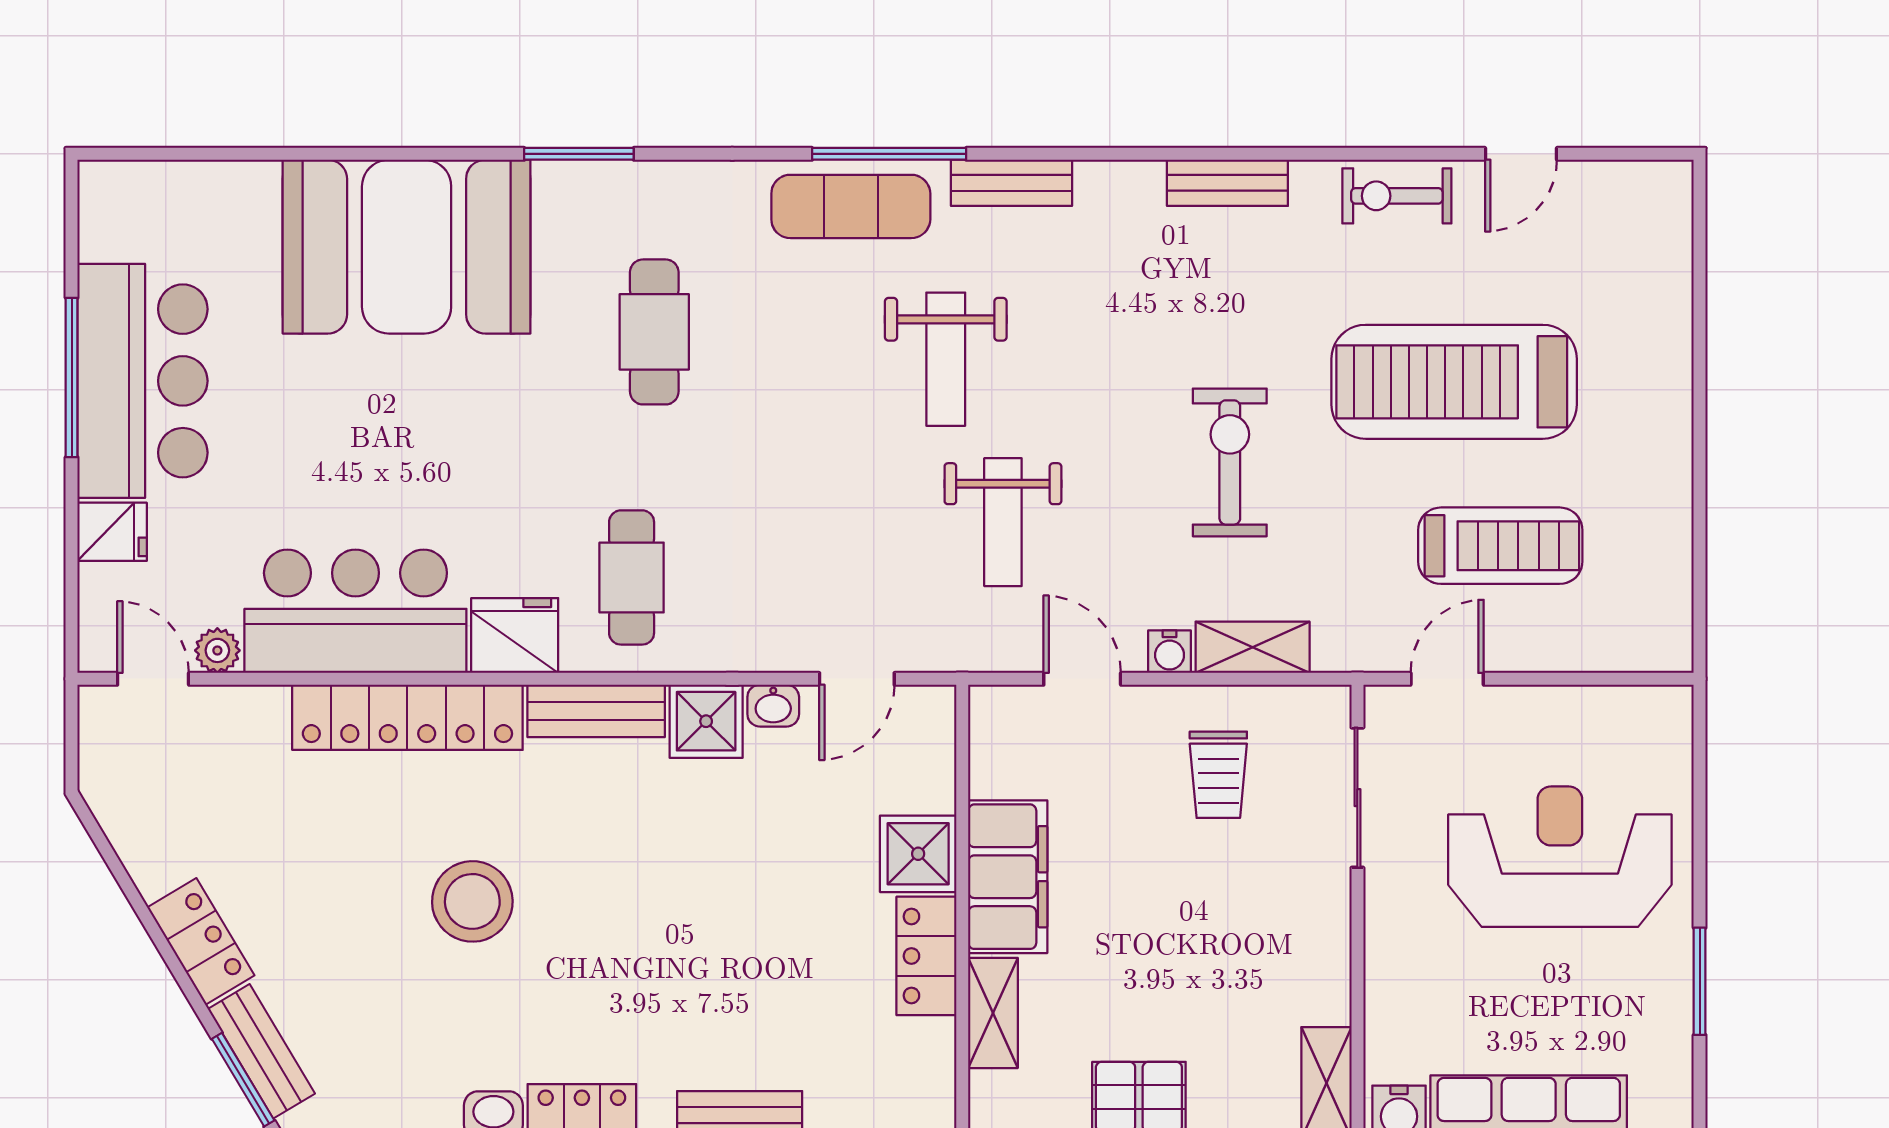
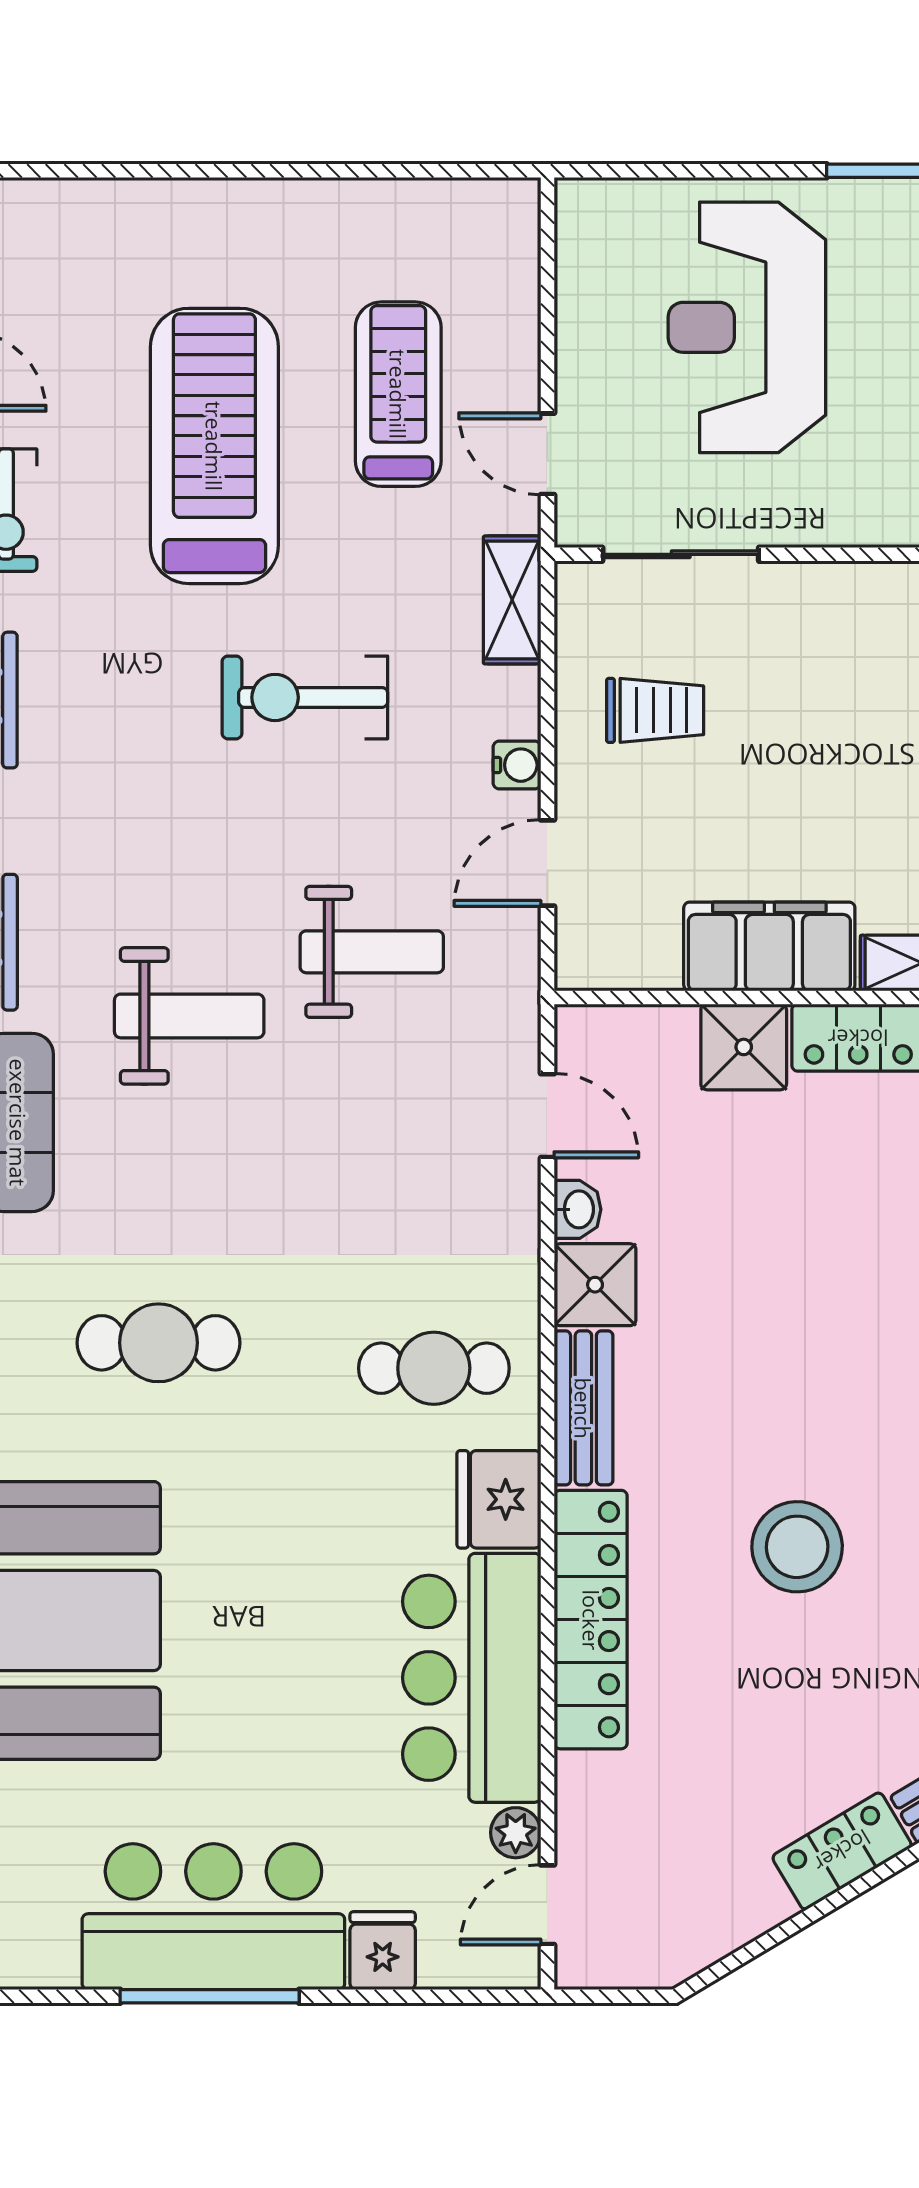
treadmill: (1454, 382) -> (214, 446), turned 180
shelving: (1253, 647) -> (512, 600), moved

